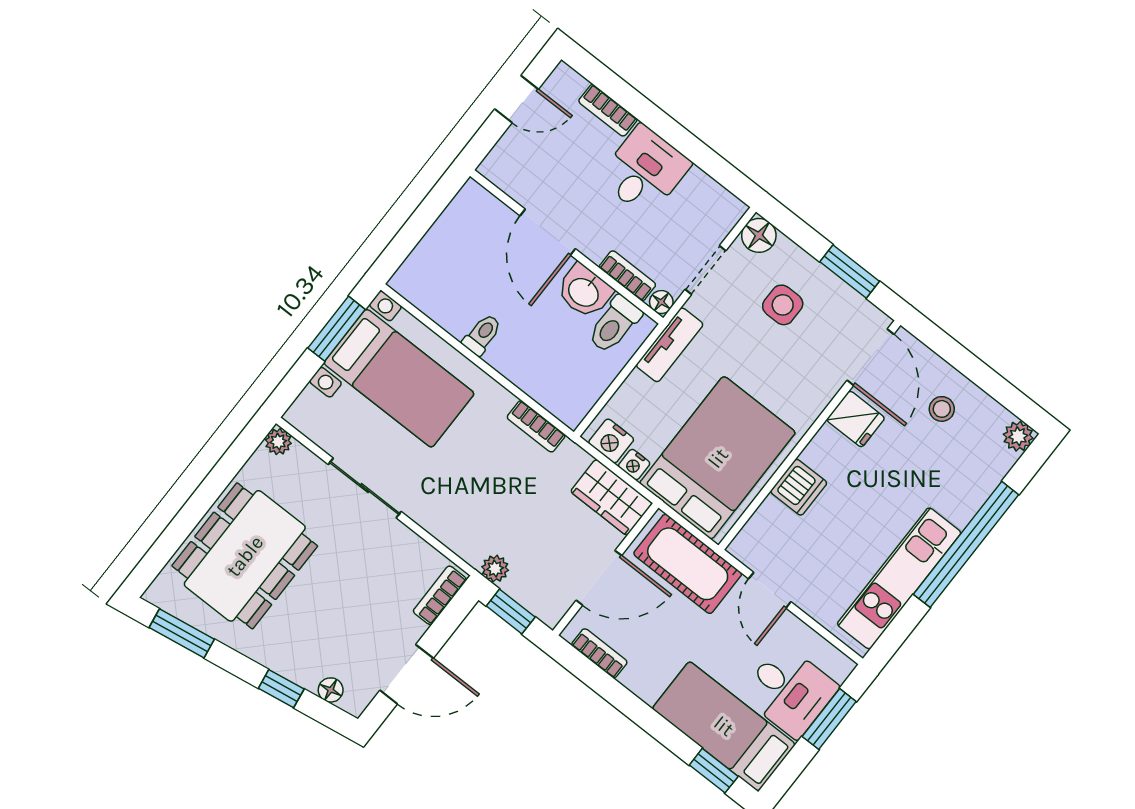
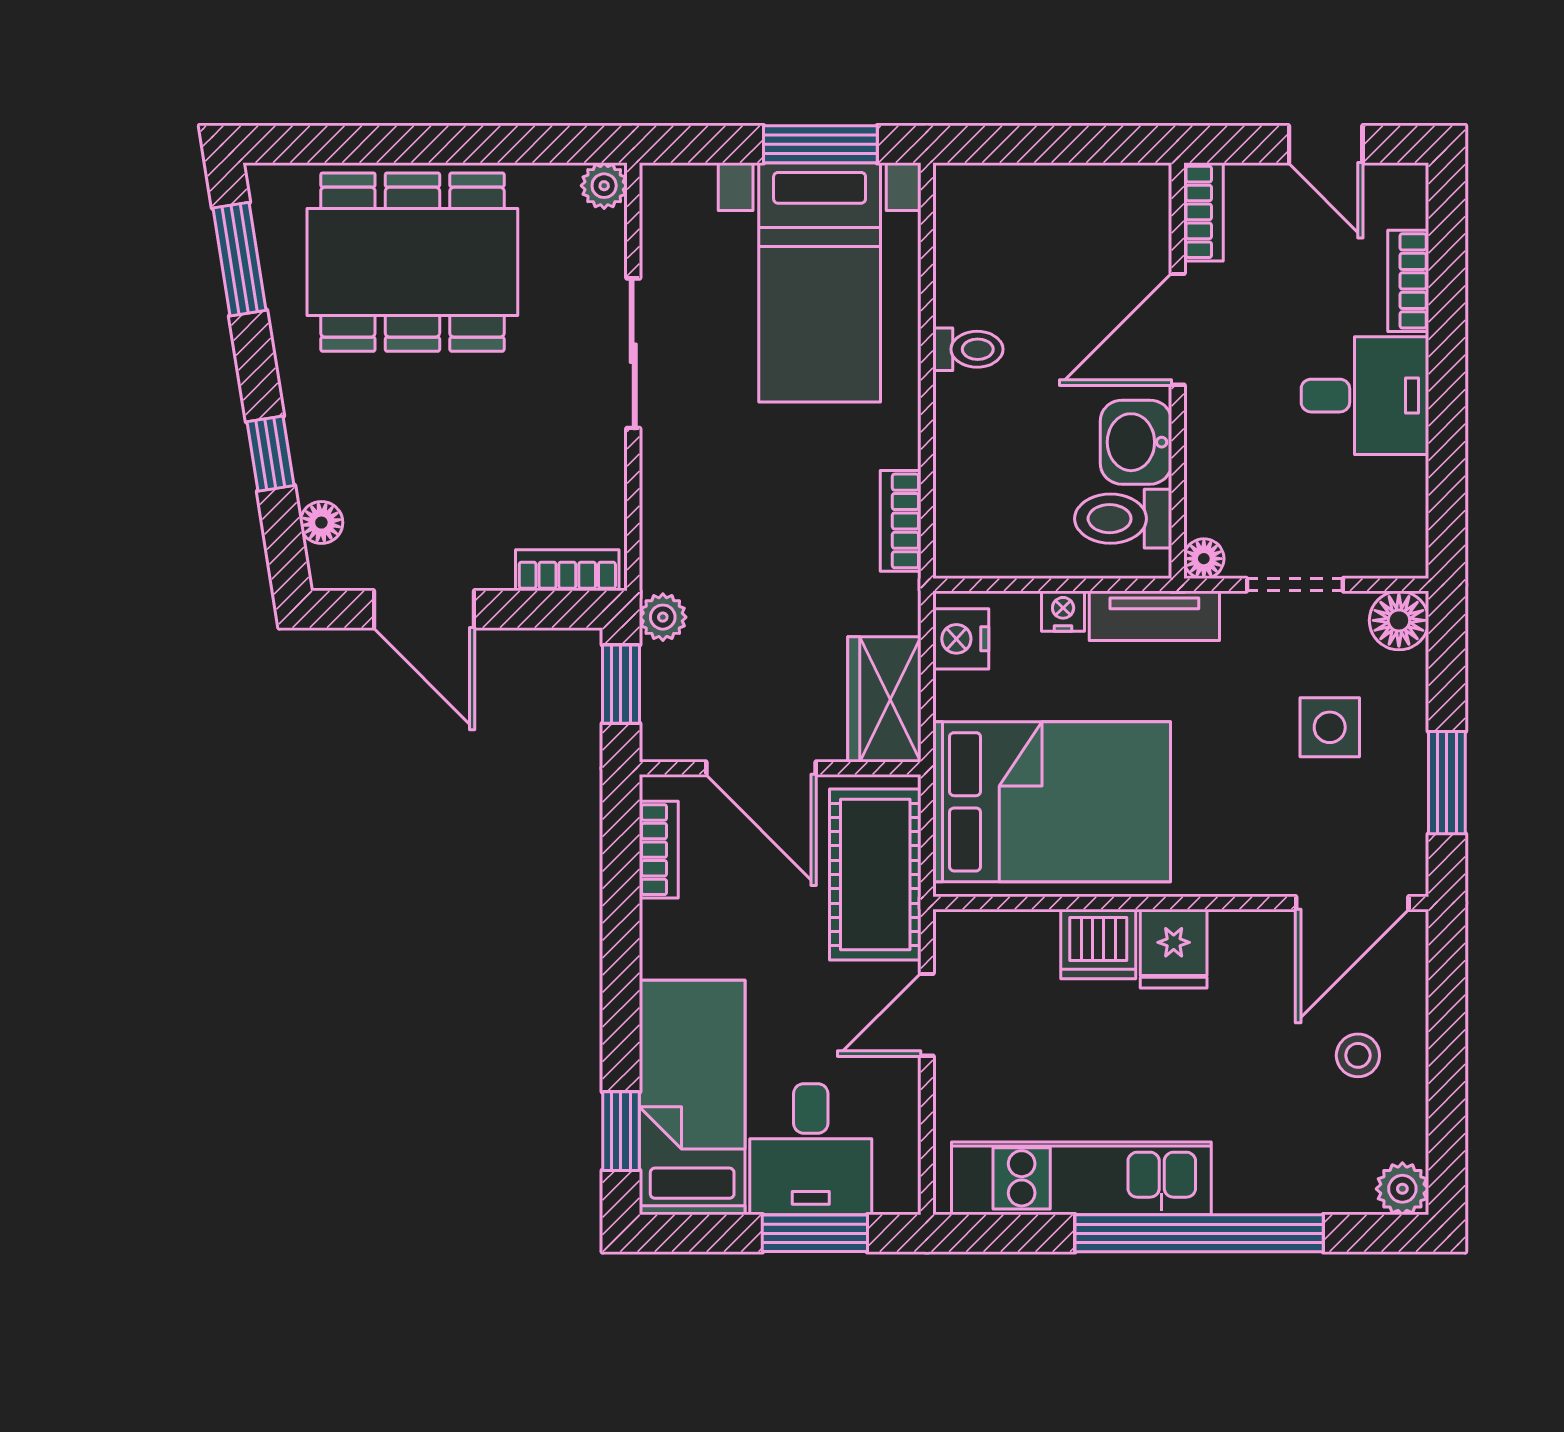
bookcase: (627, 276) -> (1204, 212), moved
fridge: (856, 419) -> (1174, 949), moved
nightstand: (634, 465) -> (1063, 611), moved, turned 90

